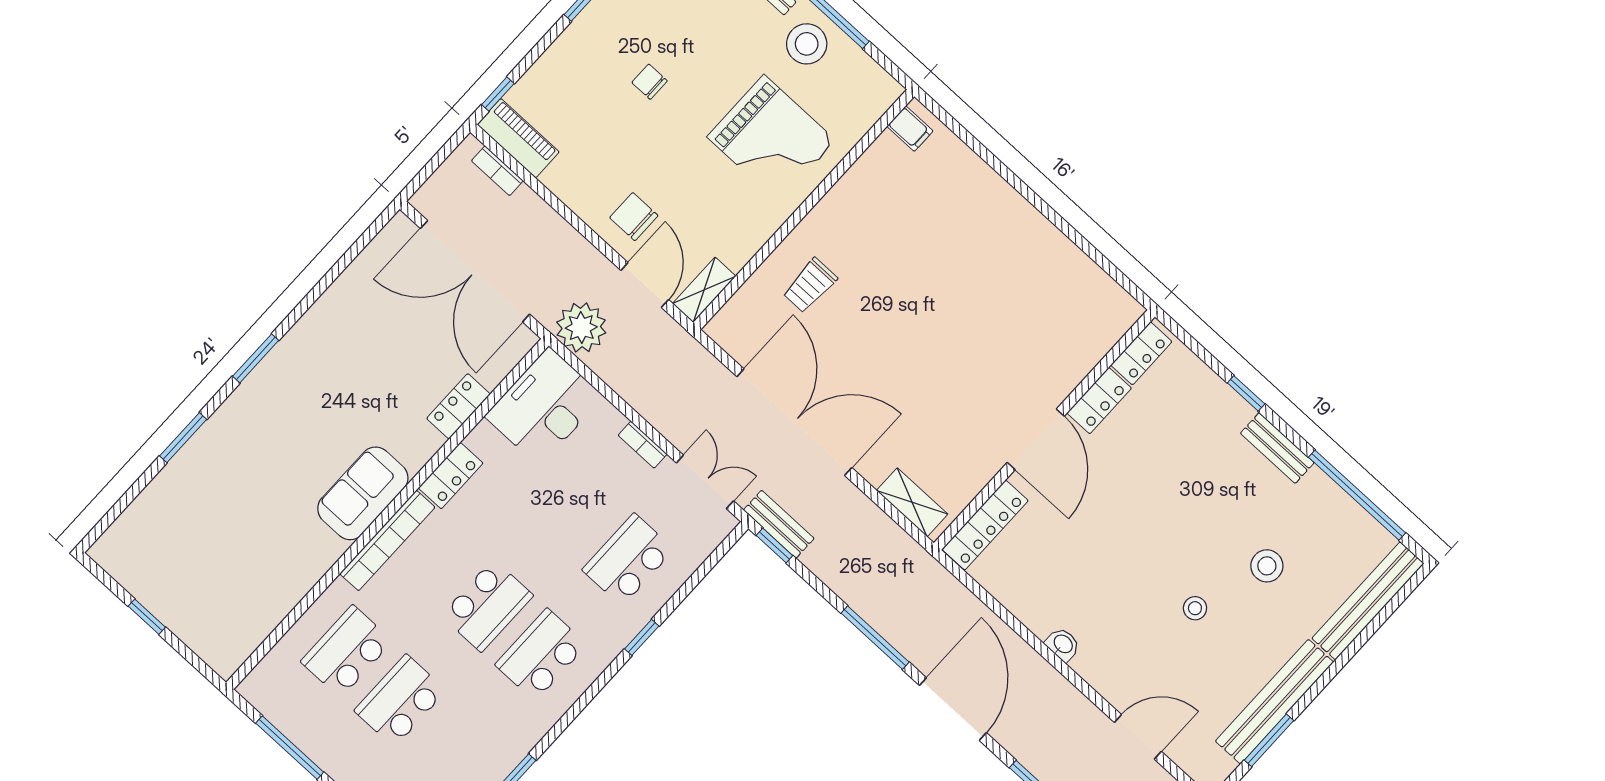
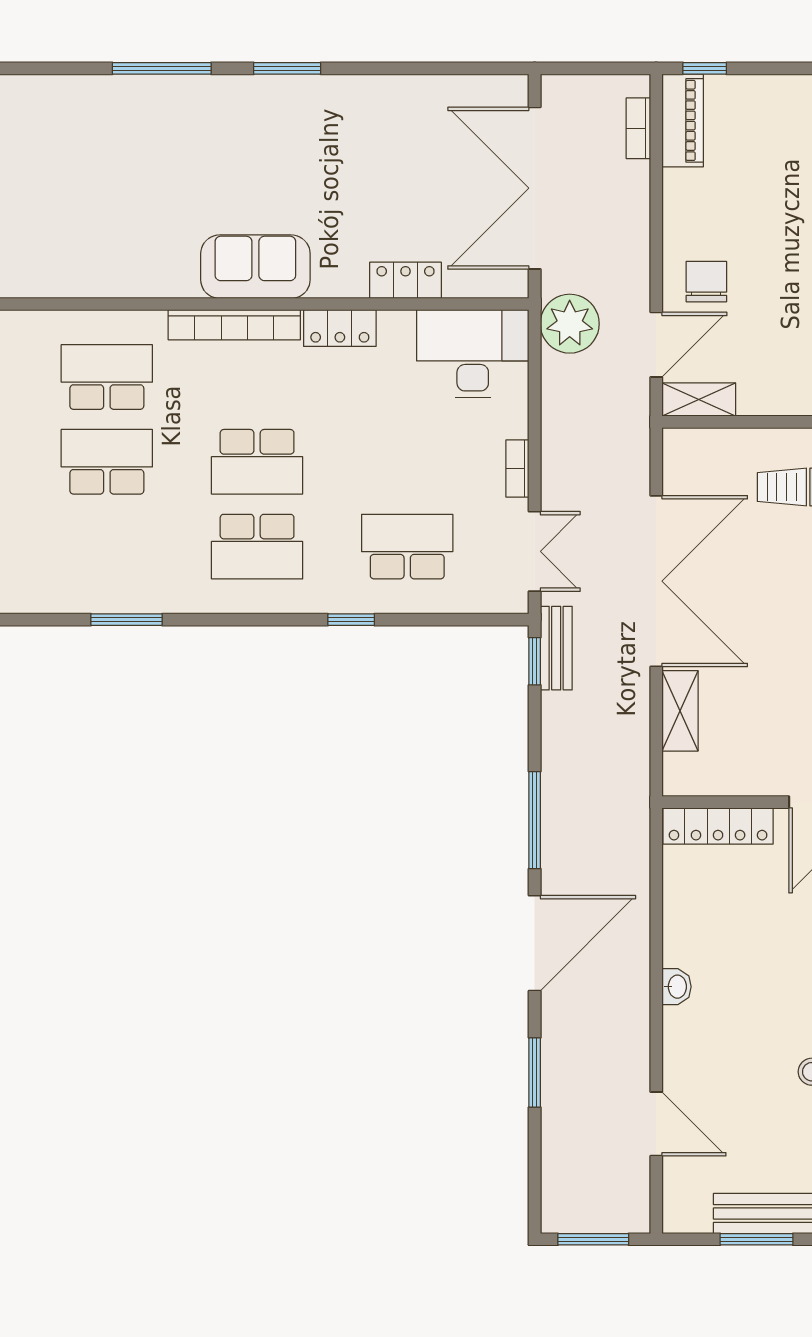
window: (183, 438) -> (162, 68), width x1.44
shelving: (912, 502) -> (680, 711), moved
school desk: (541, 655) -> (257, 547), turned 180

